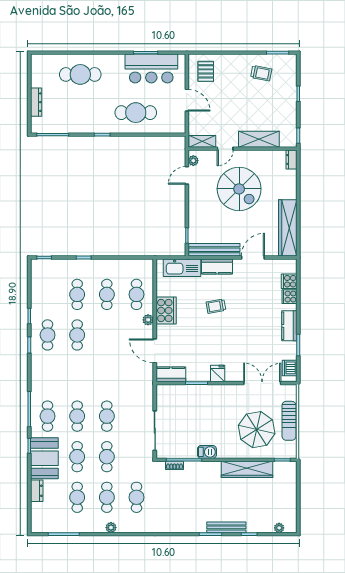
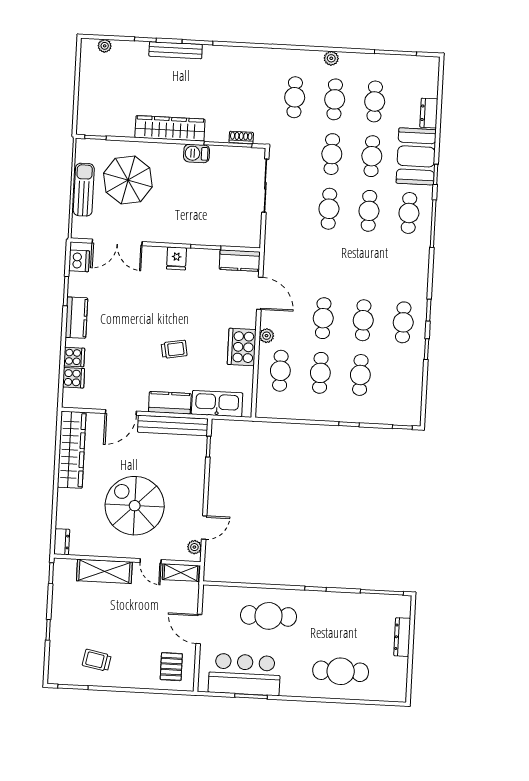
door: (225, 149) -> (151, 561), swing flipped
cafe table: (107, 335) -> (323, 318), added
wardrobe: (247, 469) -> (170, 128), moved

